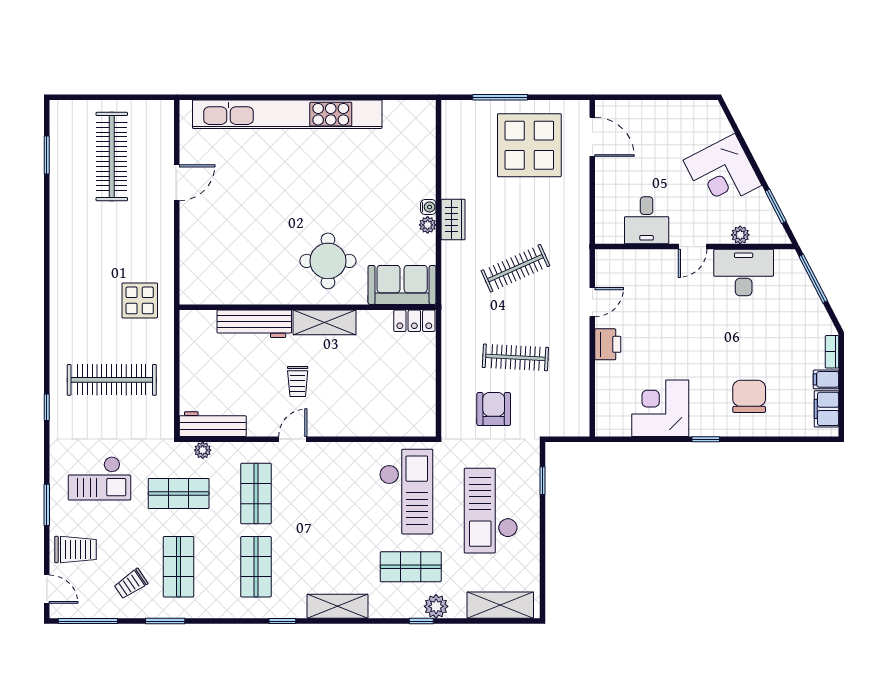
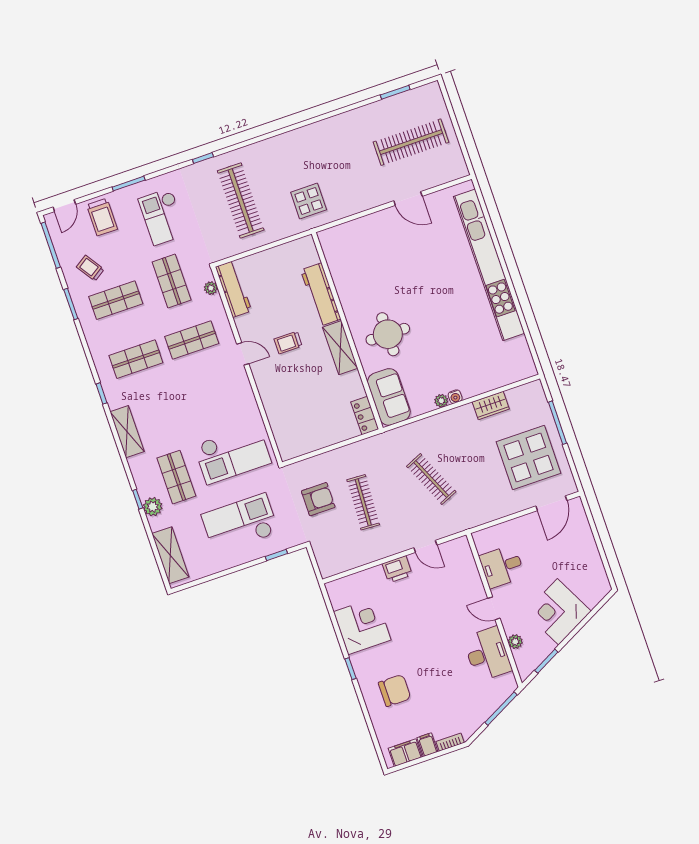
wardrobe: (453, 220) -> (491, 405), moved

